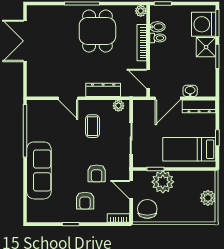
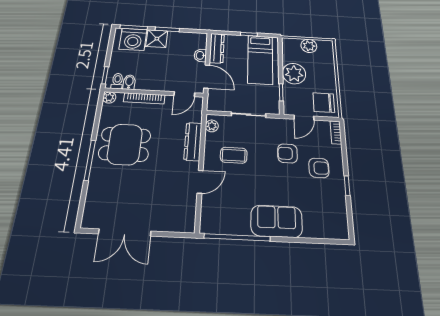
toilet: (158, 38) -> (117, 81), moved
sofa: (39, 170) -> (277, 221), width x0.73
armchair: (97, 173) -> (287, 153), turned 180
plant: (163, 182) -> (294, 74), moved

